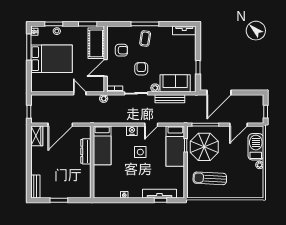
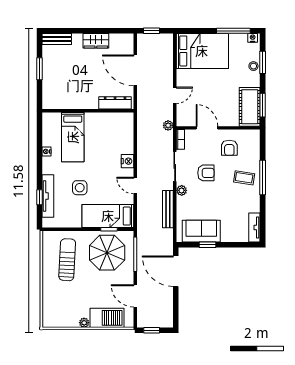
cot: (96, 43) -> (250, 107), moved, turned 90
bed: (52, 59) -> (202, 51), moved, turned -90
sofa: (175, 83) -> (201, 231), moved, turned -90
wardrobe: (37, 136) -> (96, 41), moved
bed: (102, 145) -> (73, 137), moved, turned -90
dresser: (86, 151) -> (115, 103), moved
side table: (140, 152) -> (80, 188), moved

